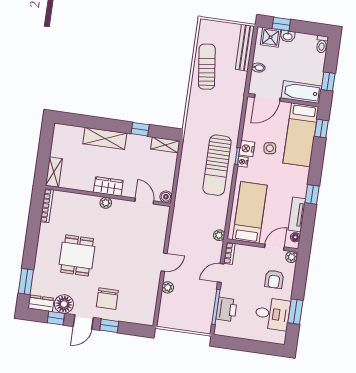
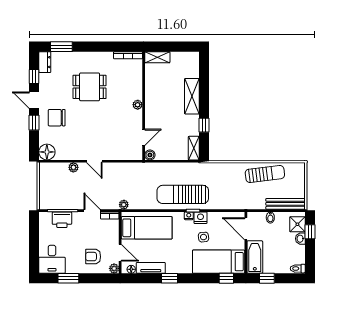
wardrobe: (108, 186) -> (152, 105), removed
floor lamp: (64, 304) -> (47, 152), moved
desk: (272, 314) -> (52, 259), moved

